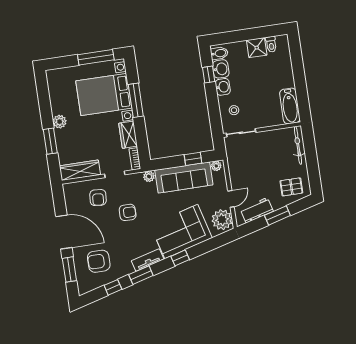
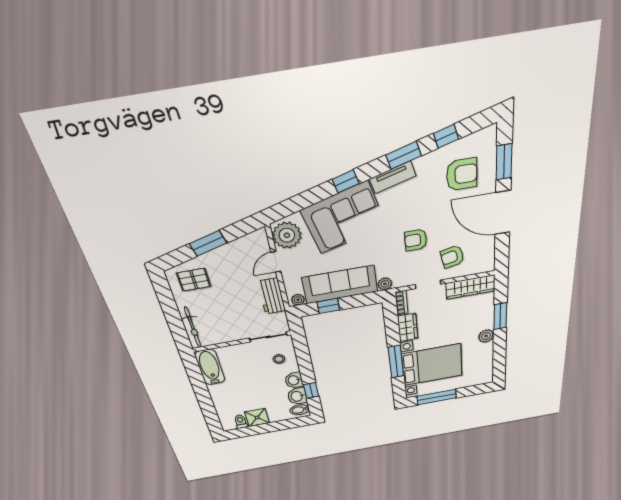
armchair: (98, 198) -> (452, 257), turned -107
workbench: (257, 210) -> (272, 296), moved, turned 105

